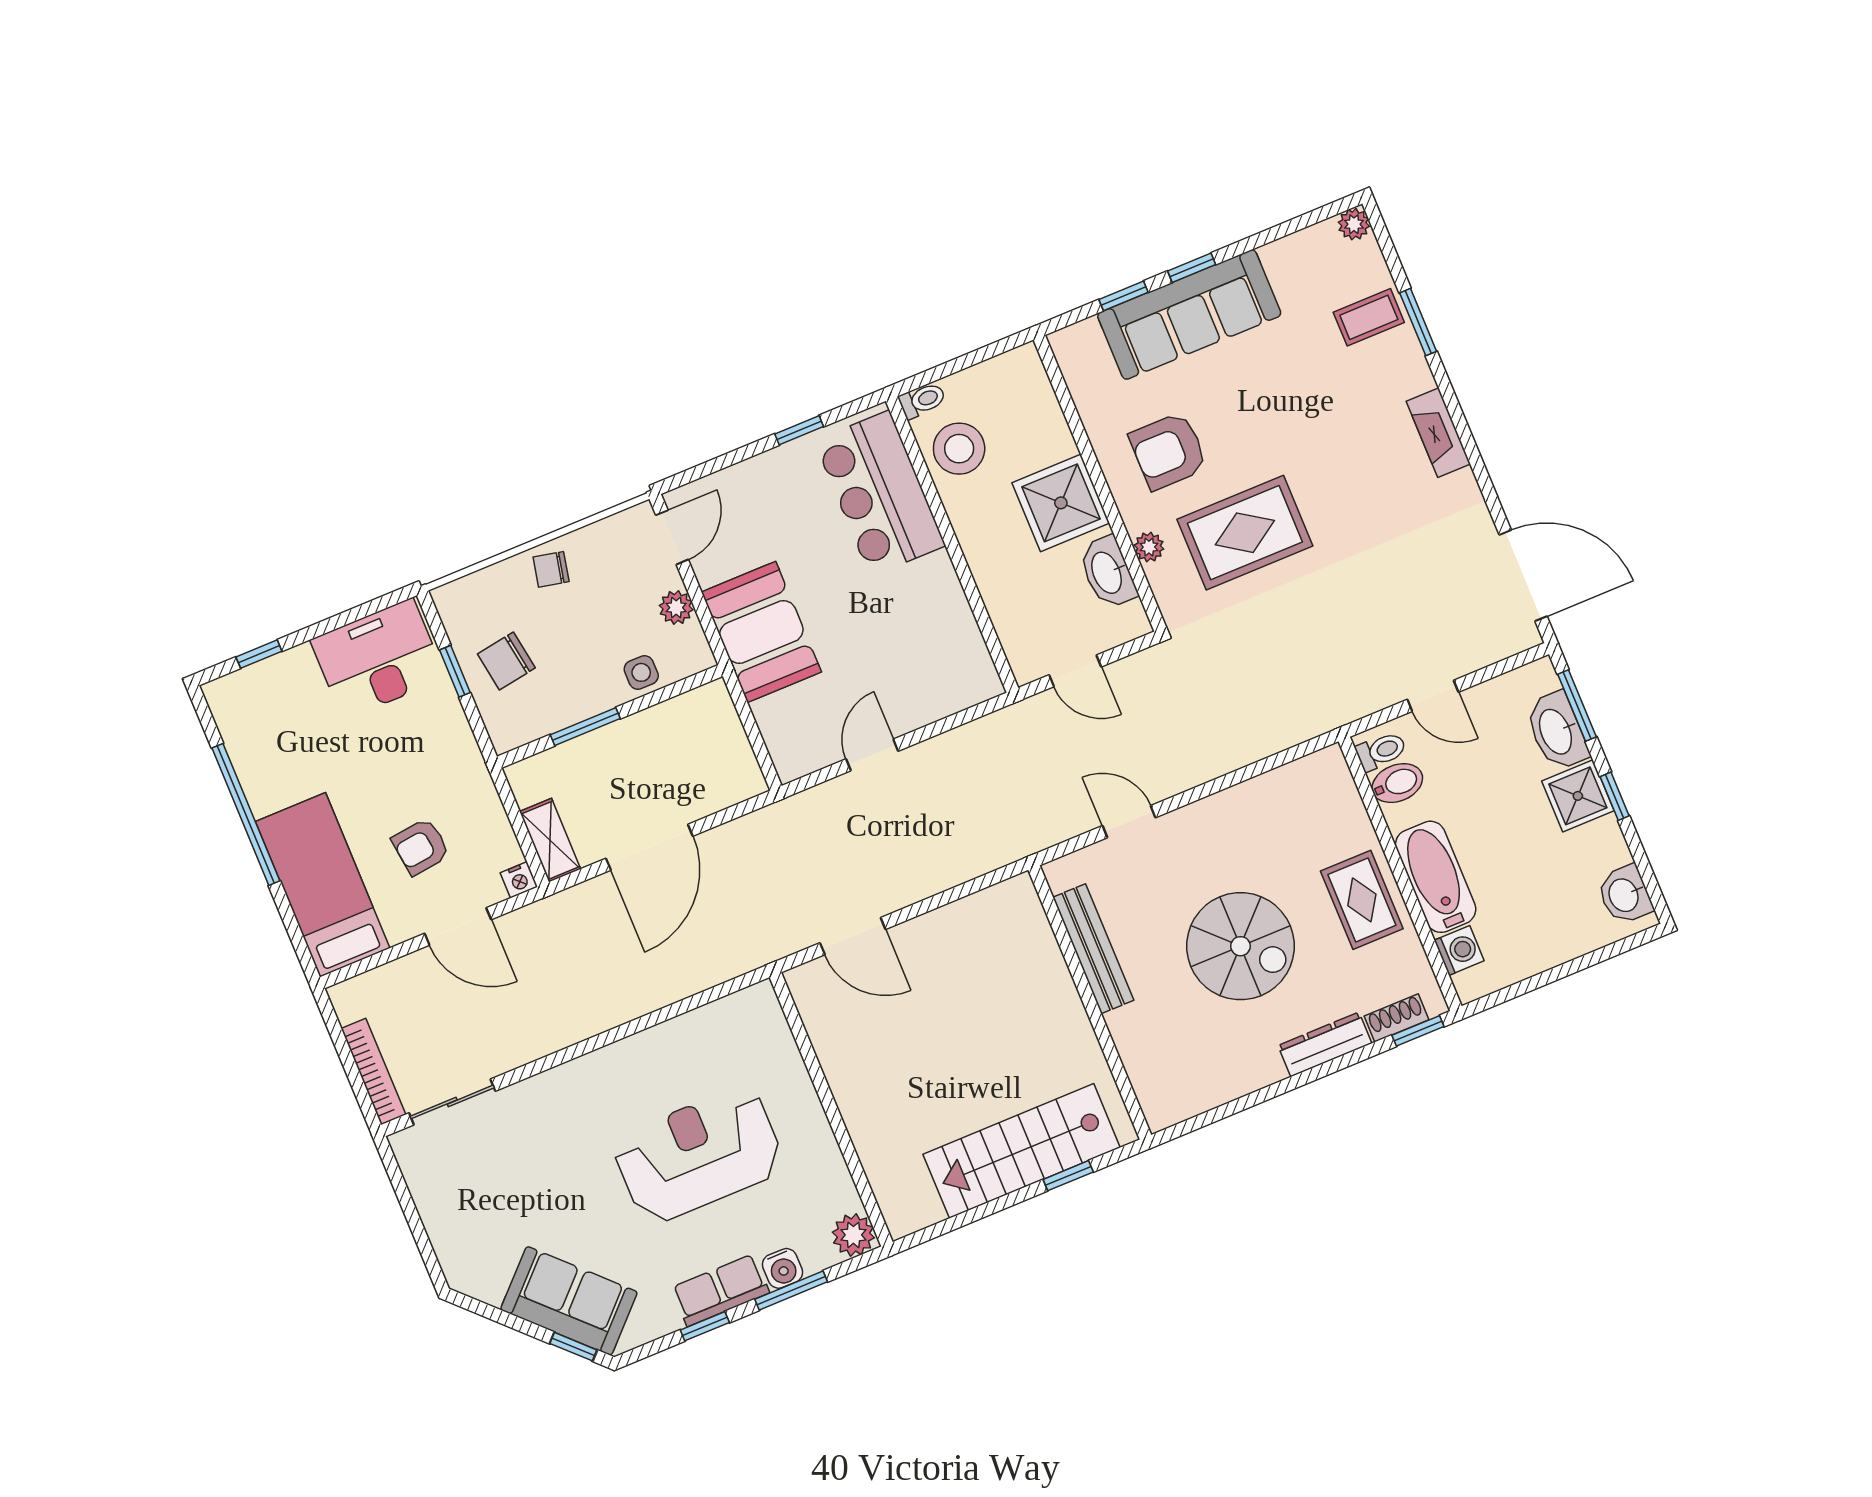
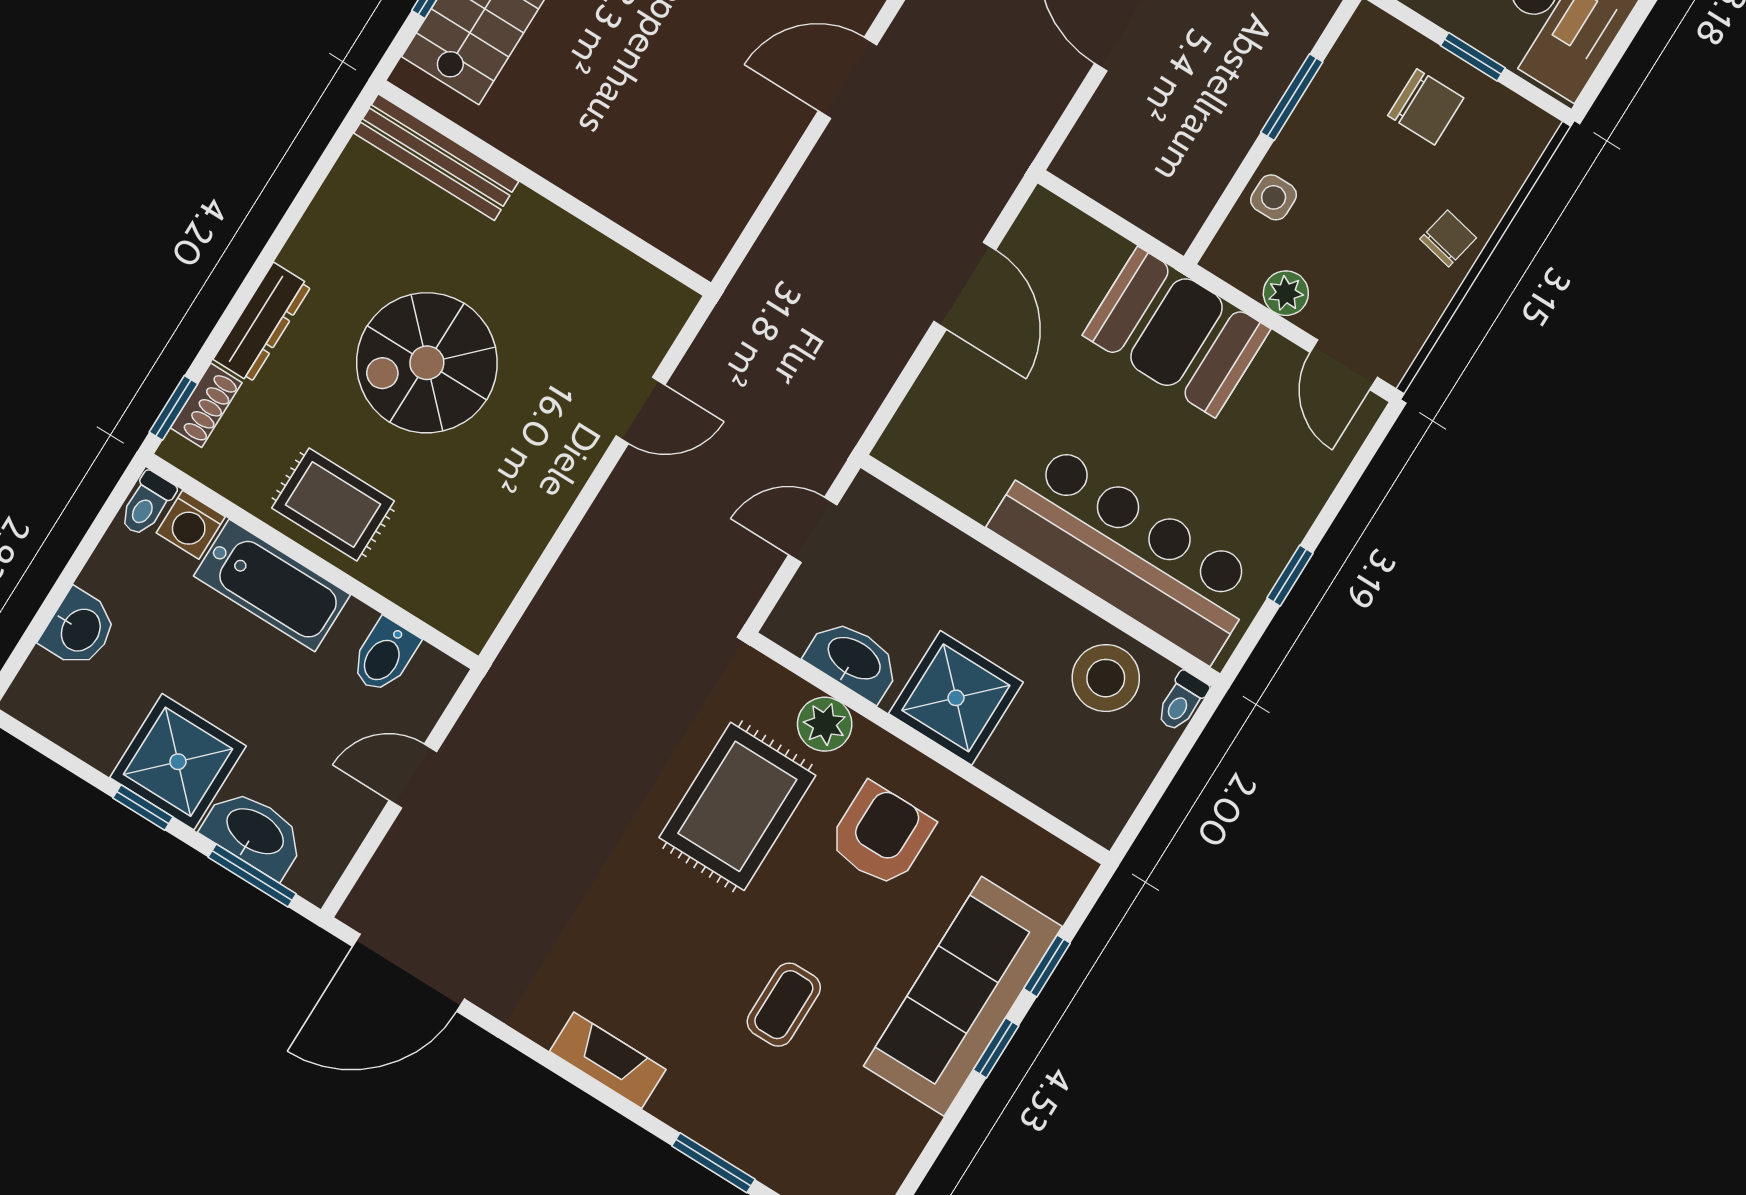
coffee table: (1369, 317) -> (784, 1005), moved
bar counter: (880, 493) -> (1126, 551), width x1.36
plant: (1149, 547) -> (825, 724), width x1.38, depth x1.38
chair: (506, 661) -> (1426, 107), turned 99
toilet: (1381, 751) -> (147, 504), moved
door: (872, 755) -> (965, 286), width x1.38
shower: (1578, 796) -> (178, 762), width x1.36, depth x1.36
washbasin: (1625, 895) -> (79, 629), moved, turned 90
bench: (1093, 949) -> (436, 157), moved

